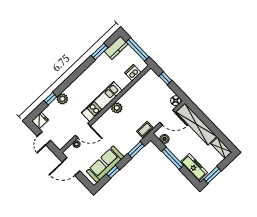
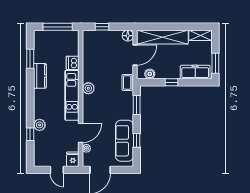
kitchen counter: (116, 48) -> (40, 76), moved
dishwasher: (133, 73) -> (73, 63), moved
fridge: (40, 120) -> (73, 159), moved
window: (173, 158) -> (172, 82), width x0.46

